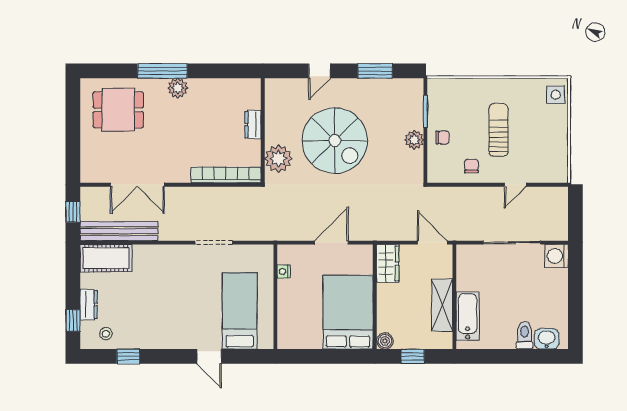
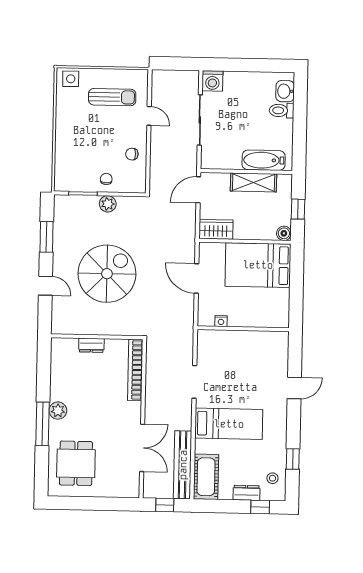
sun lounger: (498, 130) -> (112, 97), moved, turned 180
plant: (278, 158) -> (122, 324), removed
bed: (240, 311) -> (229, 424), moved, turned 180

